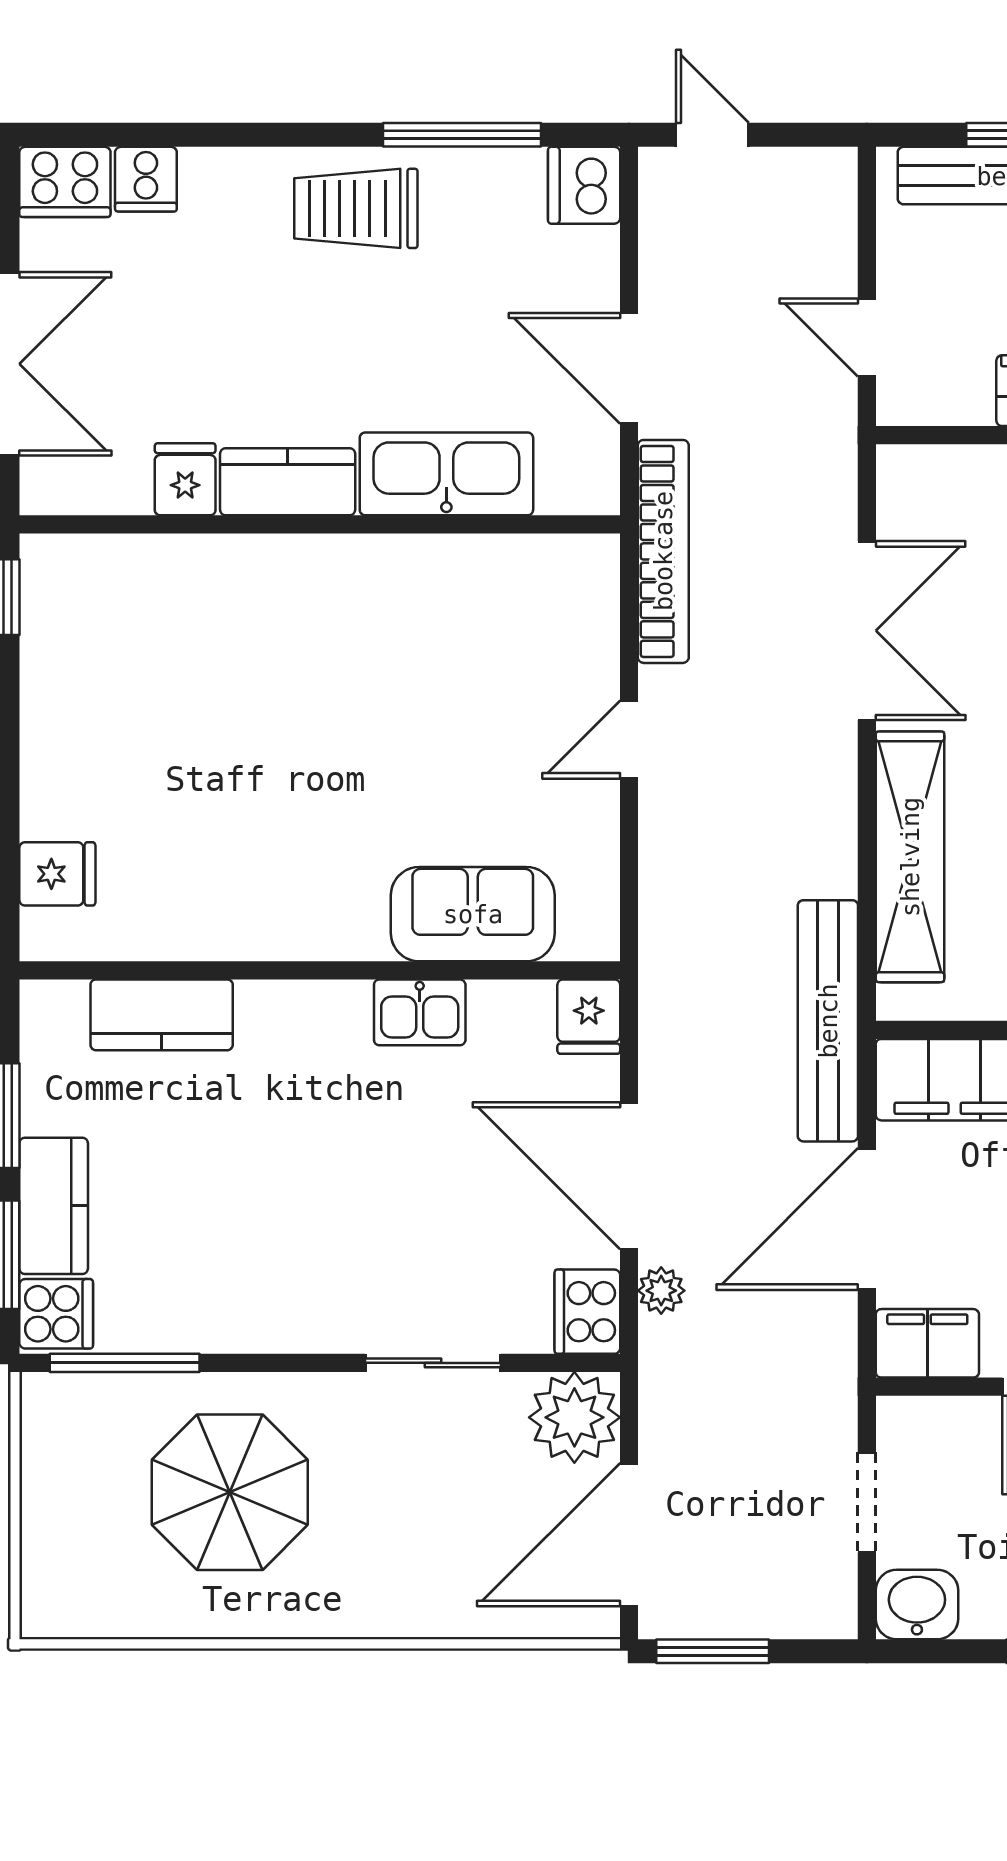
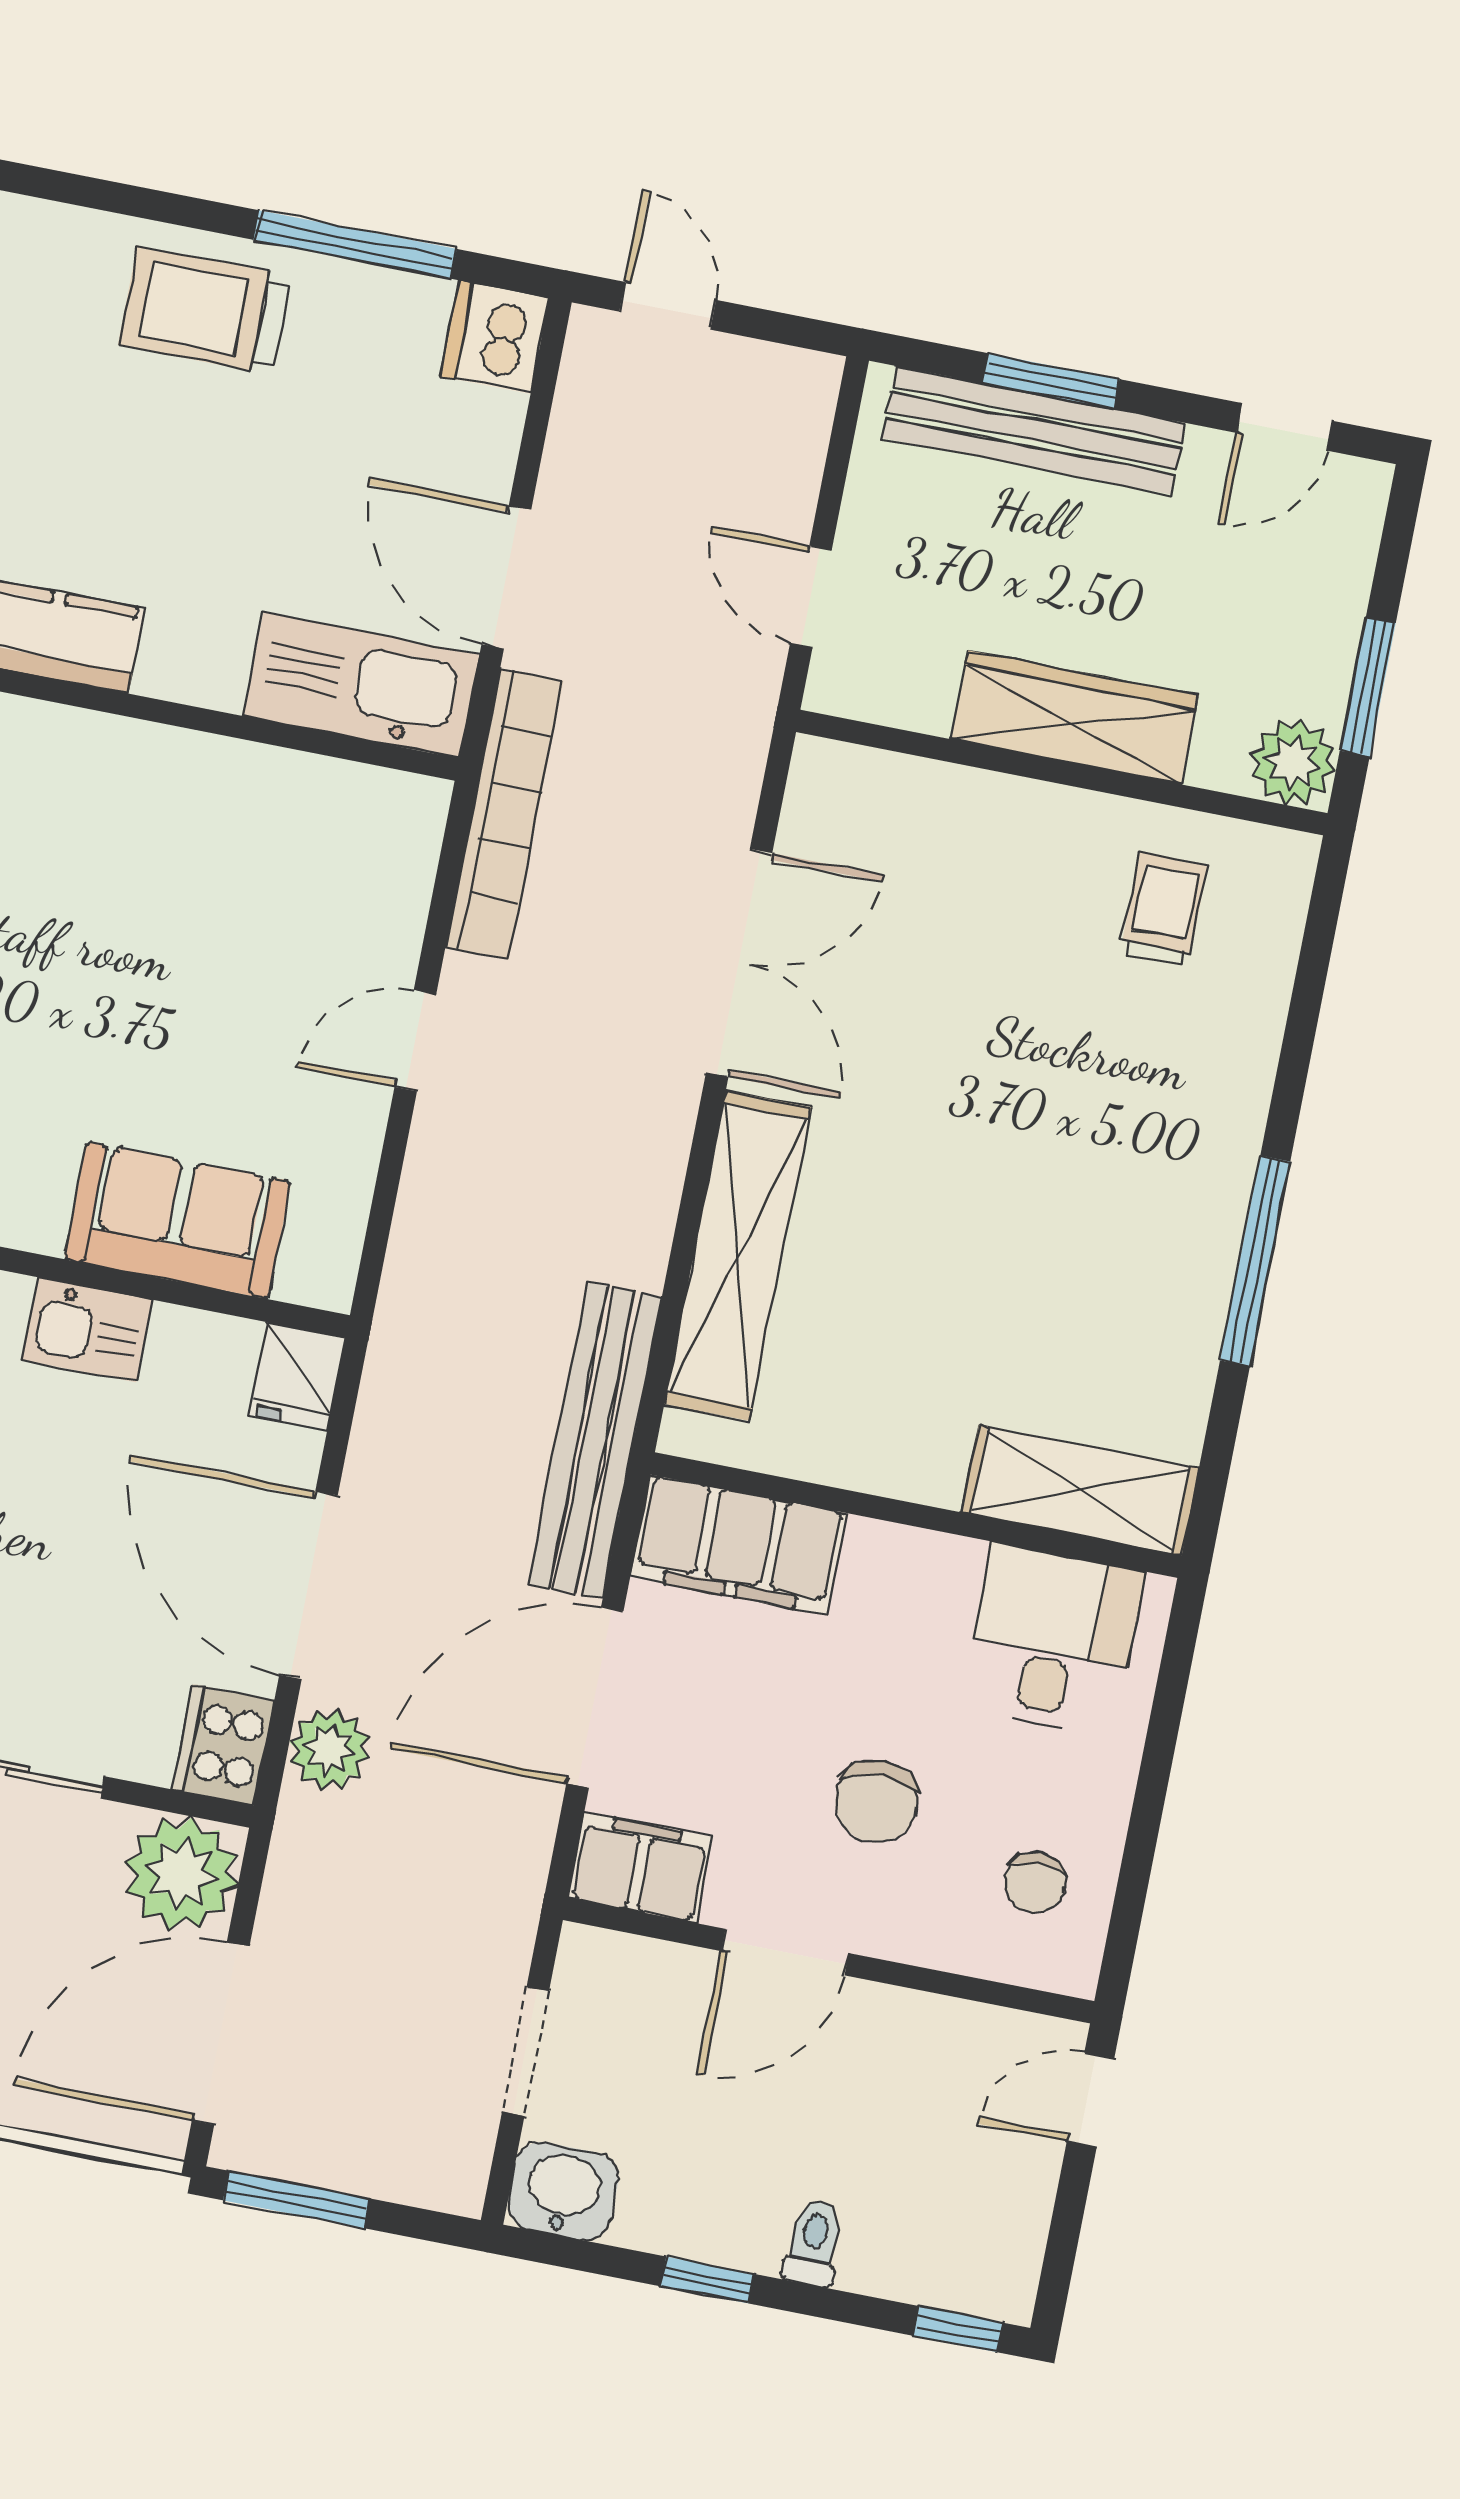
kitchen sink: (446, 474) -> (361, 685), moved
plant: (661, 1291) -> (329, 1749), width x1.38, depth x1.38

